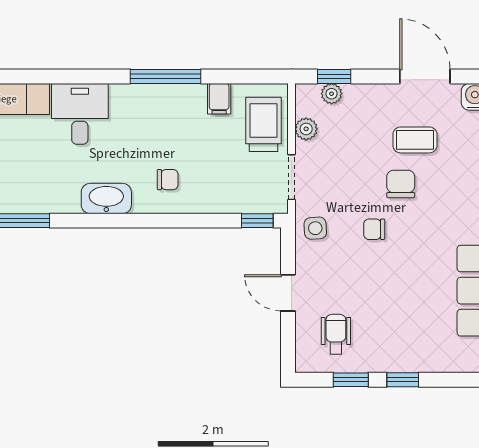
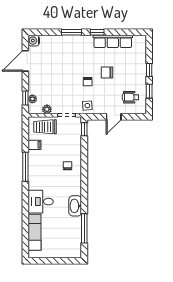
coffee table: (415, 140) -> (51, 65), removed
chair: (401, 184) -> (107, 73), moved
washbasin: (106, 199) -> (75, 206), moved

